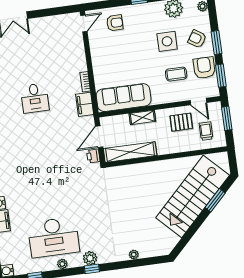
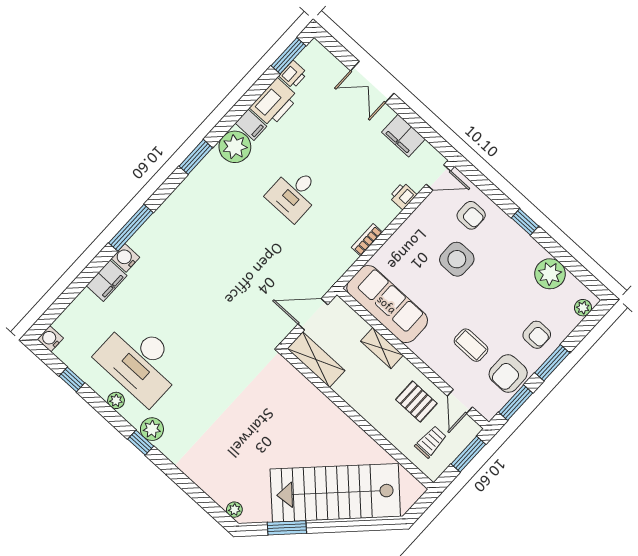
armchair: (197, 39) -> (537, 335), turned 147
side table: (167, 41) -> (457, 259), moved
armchair: (204, 68) -> (508, 374), turned 180
filing cabinet: (85, 104) -> (403, 136), moved, turned -90
shelving: (130, 152) -> (316, 360), width x0.68
printer: (93, 156) -> (403, 196), moved
window: (215, 200) -> (287, 528), moved
plant: (134, 255) -> (234, 510), moved

